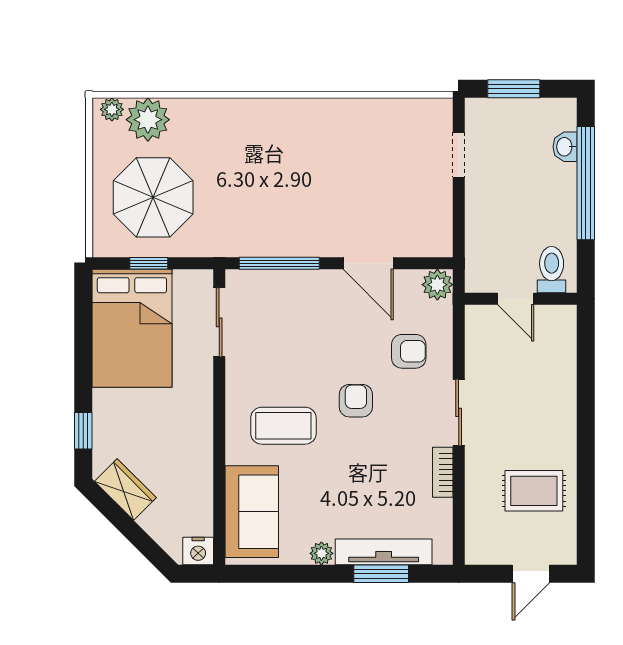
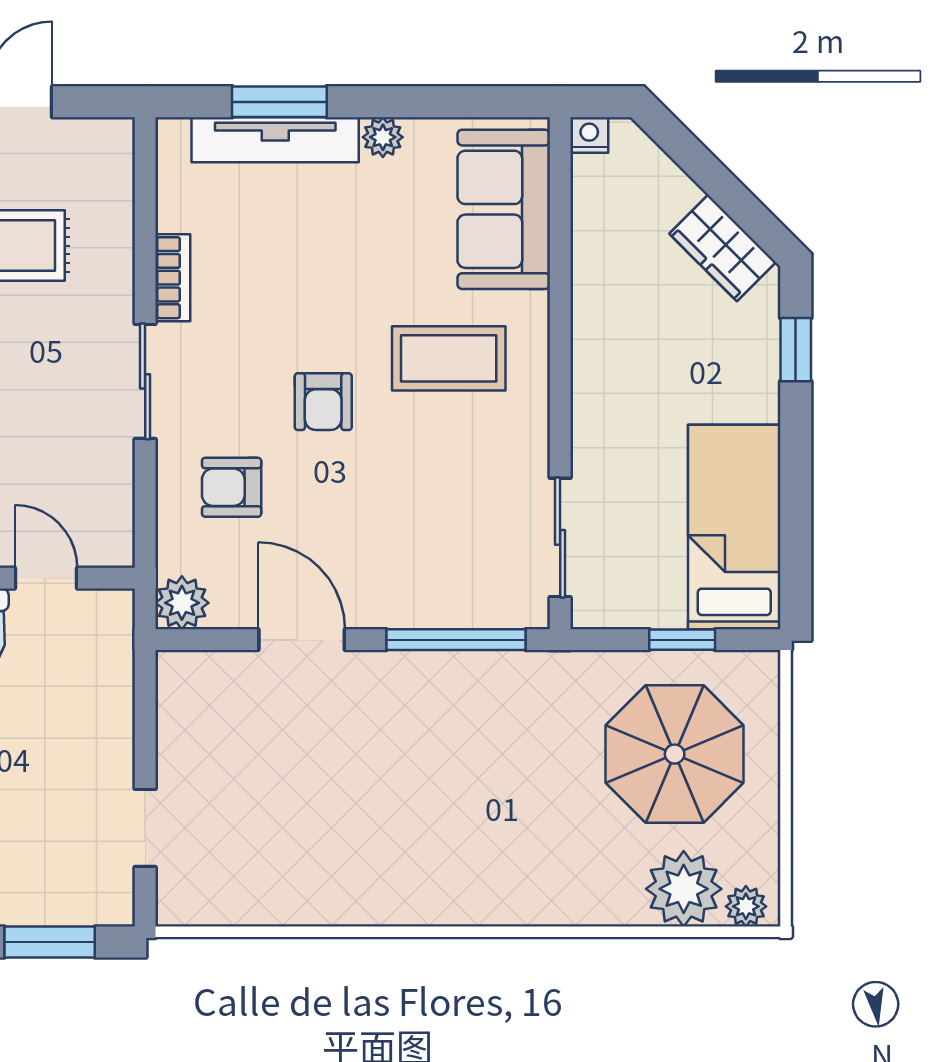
bed: (132, 328) -> (734, 527), width x0.67
nightstand: (198, 551) -> (589, 135), width x0.72, depth x0.74

